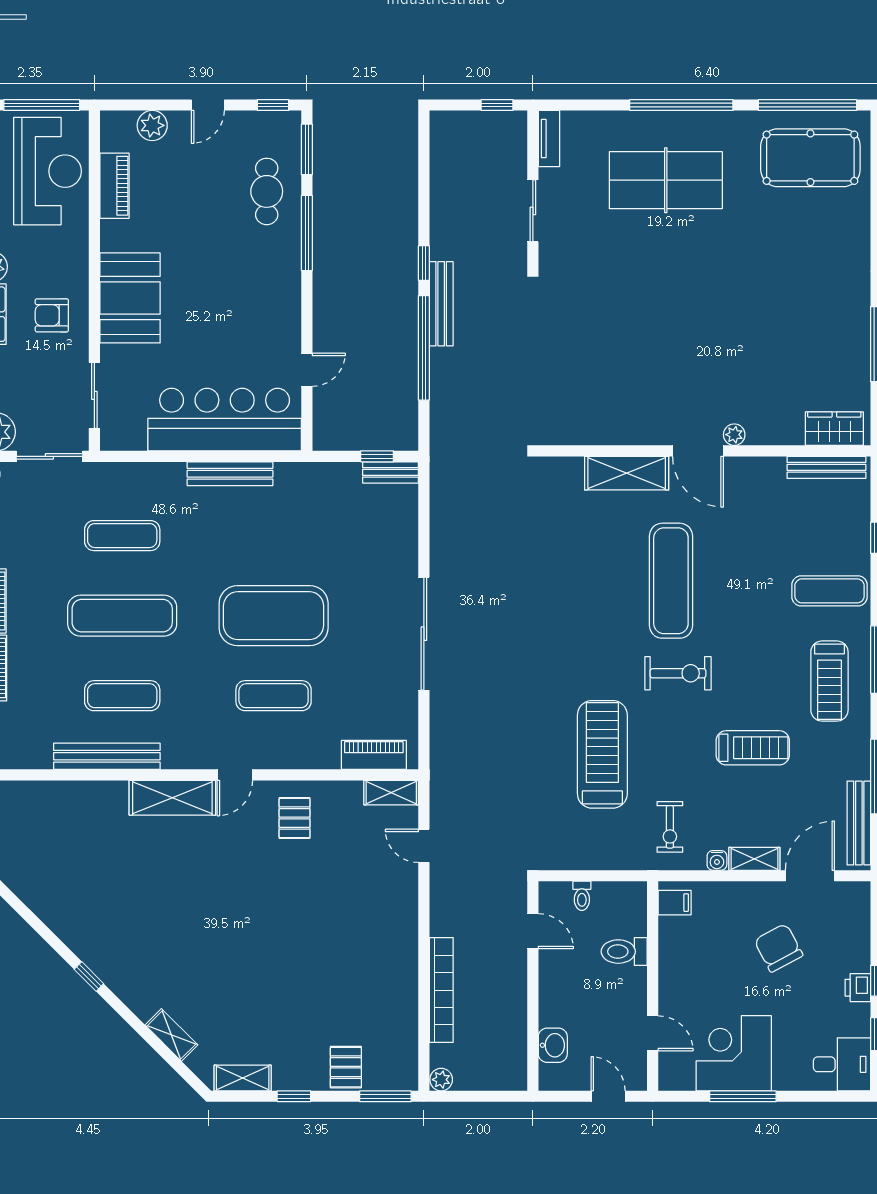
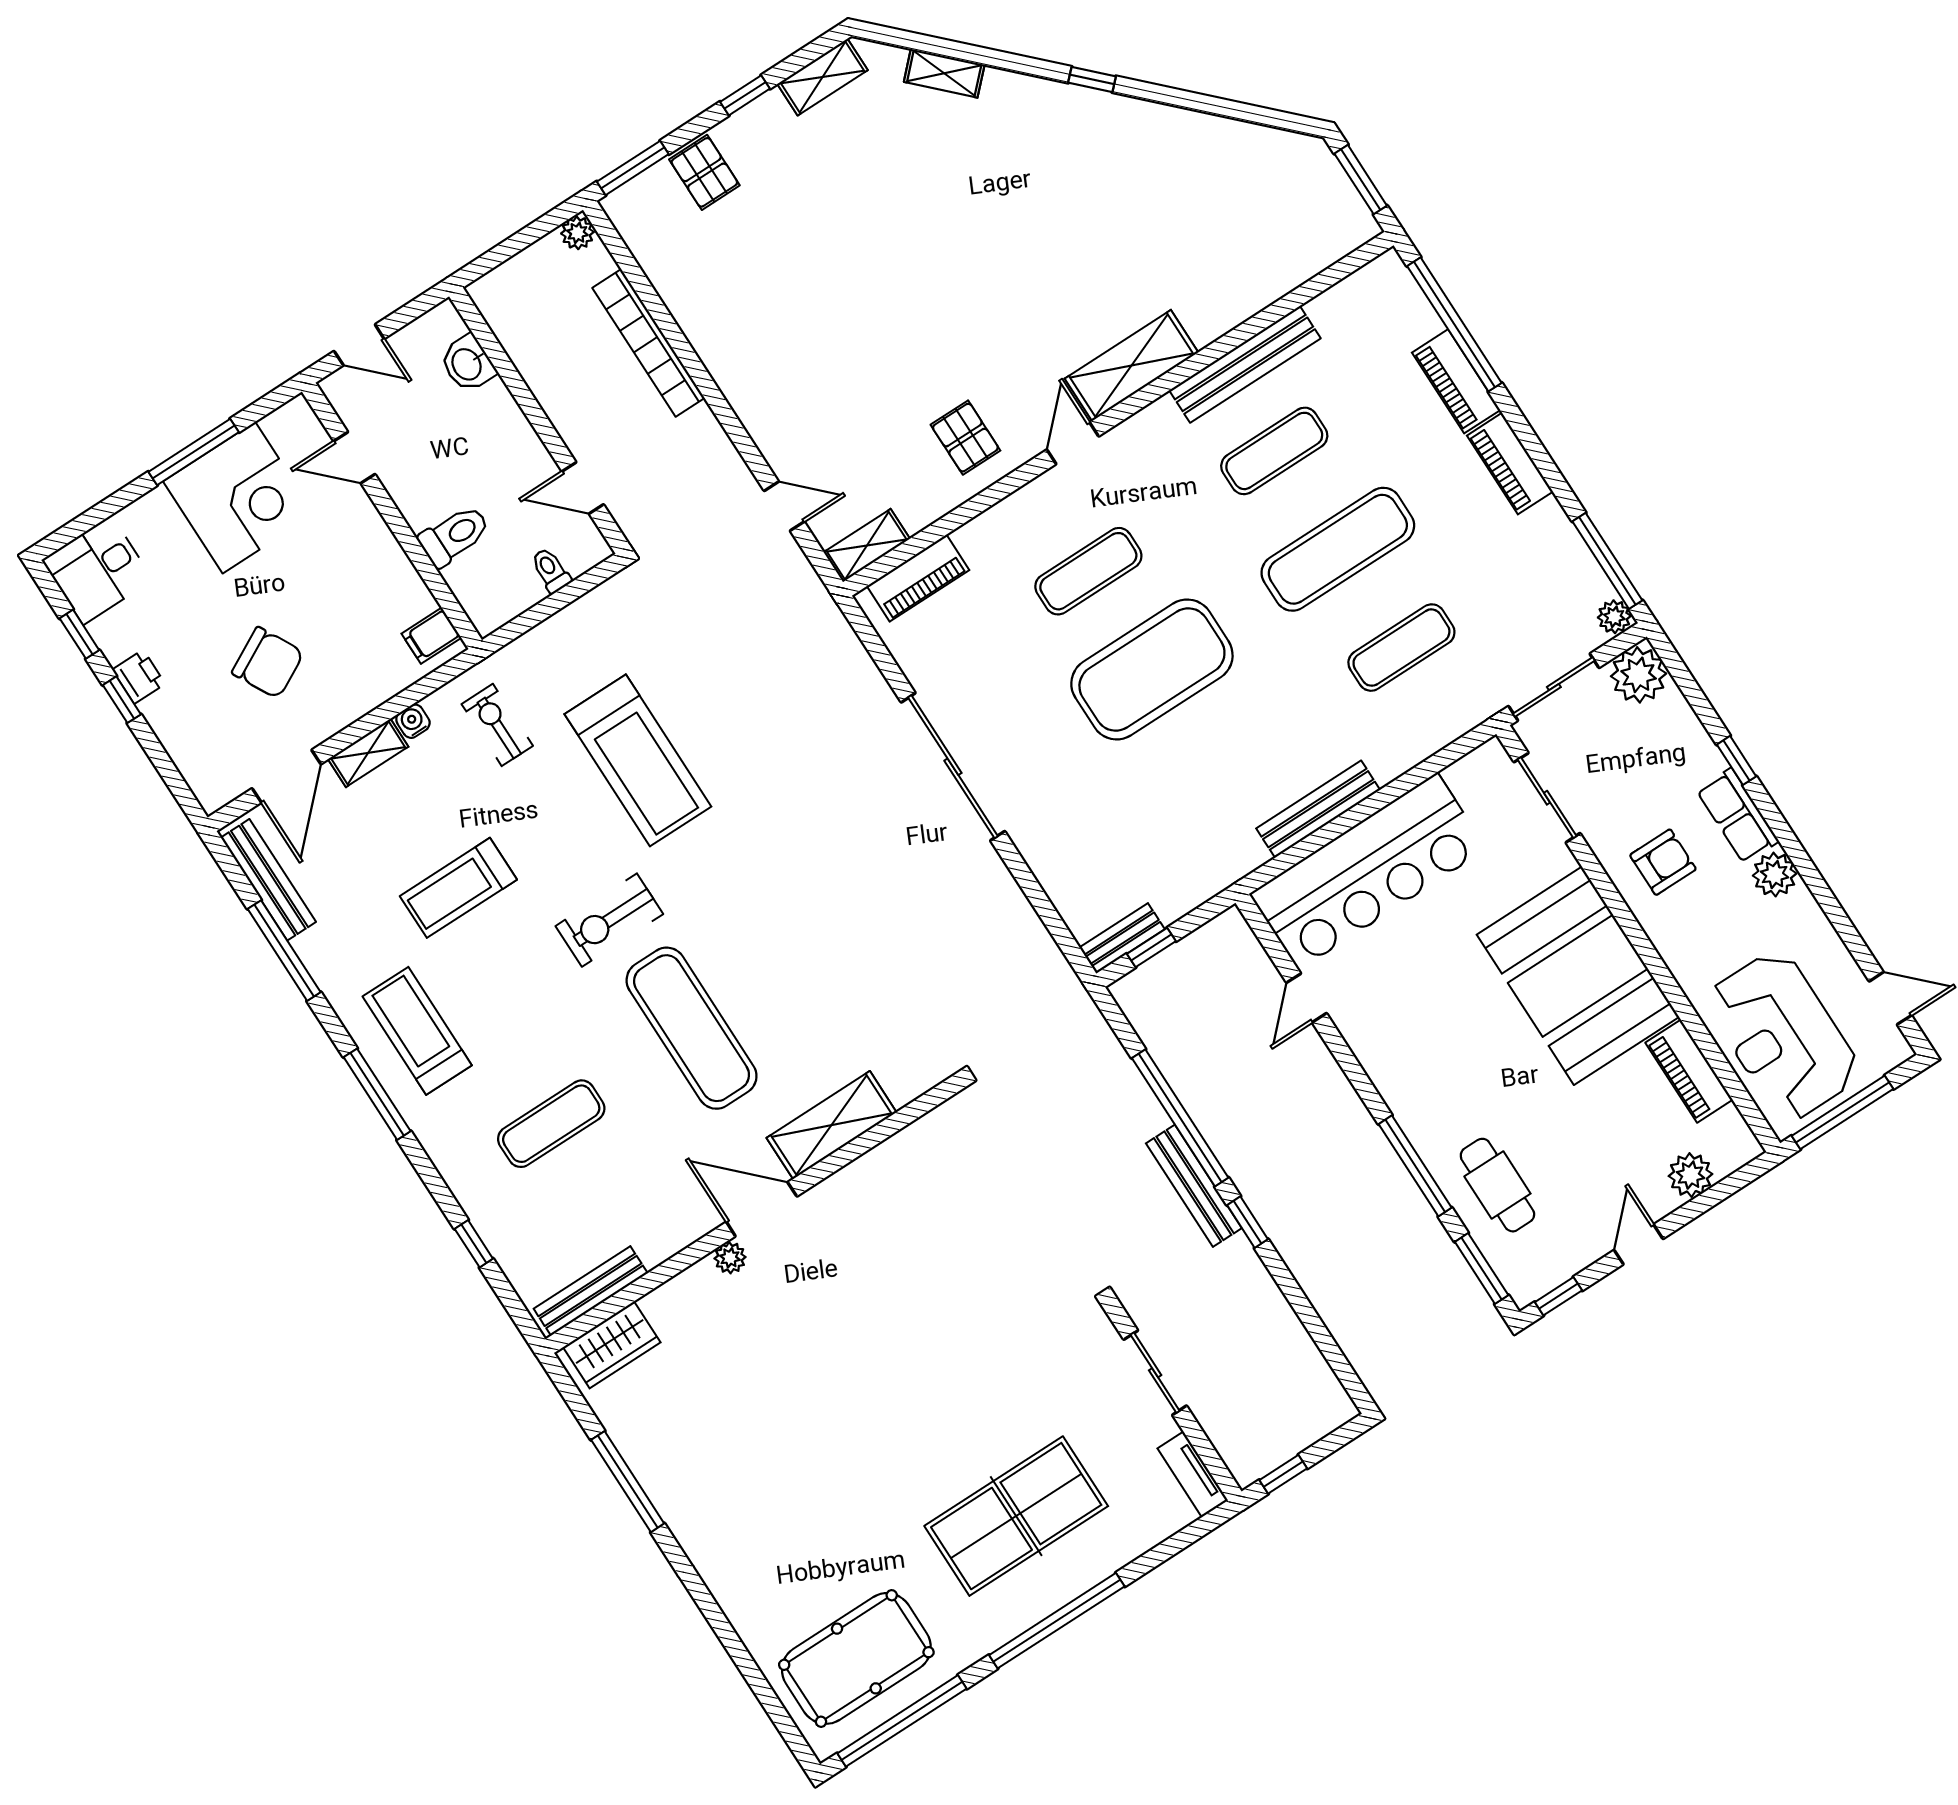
booth: (130, 298) -> (1578, 976), width x1.36, depth x1.42
exercise mat: (830, 591) -> (551, 1124), moved

